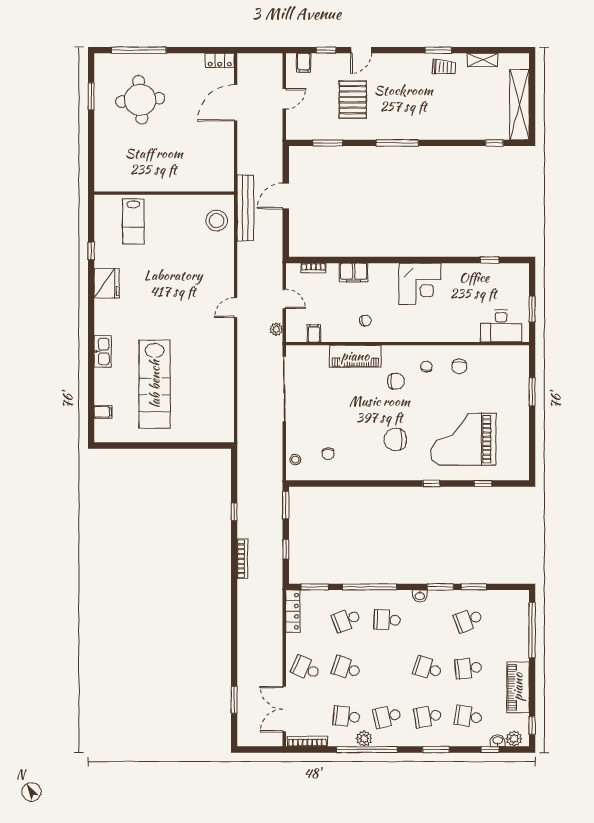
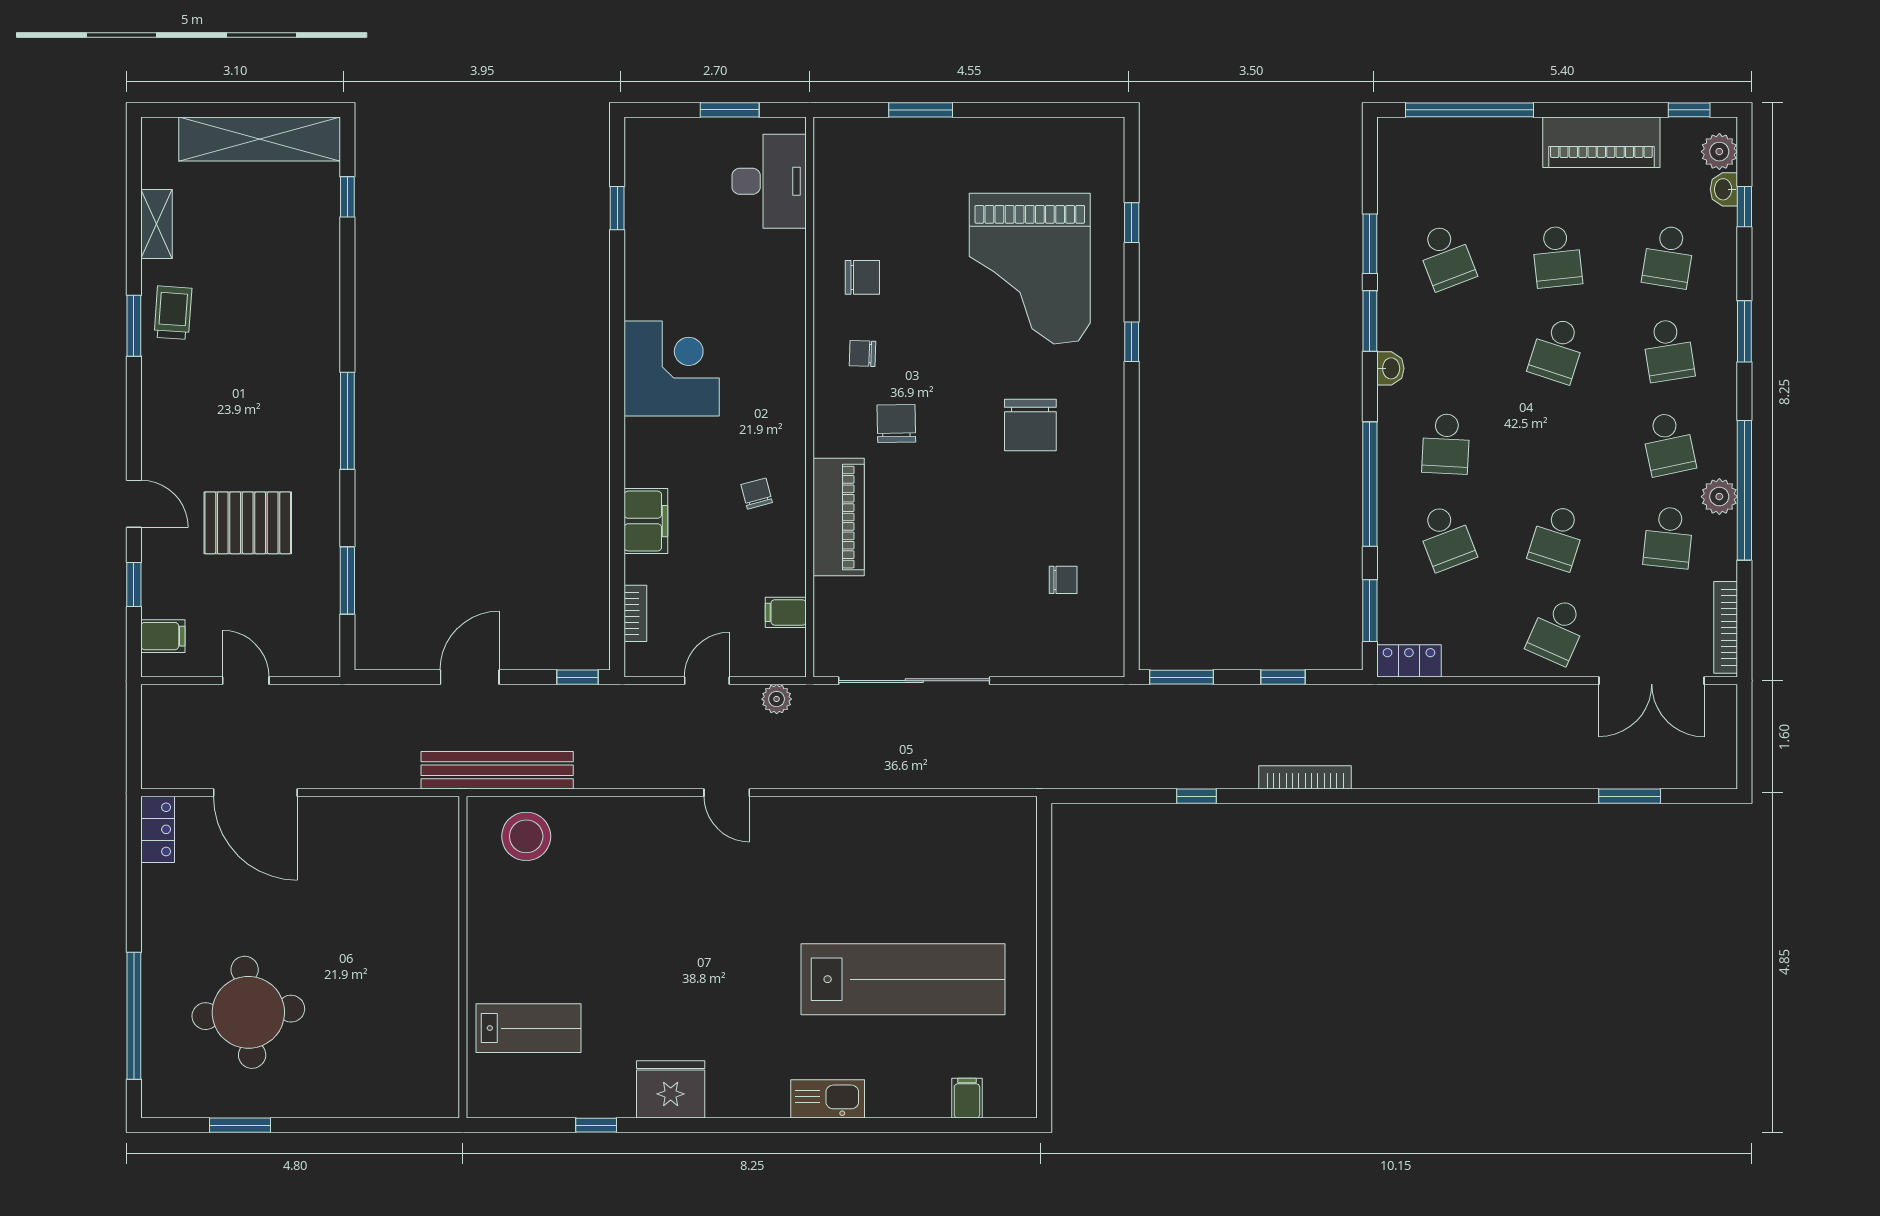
door: (286, 196) -> (470, 677), swing flipped
window: (286, 243) -> (577, 677), added
stool: (295, 460) -> (1077, 655), removed
locker: (293, 611) -> (1409, 661), width x0.66

